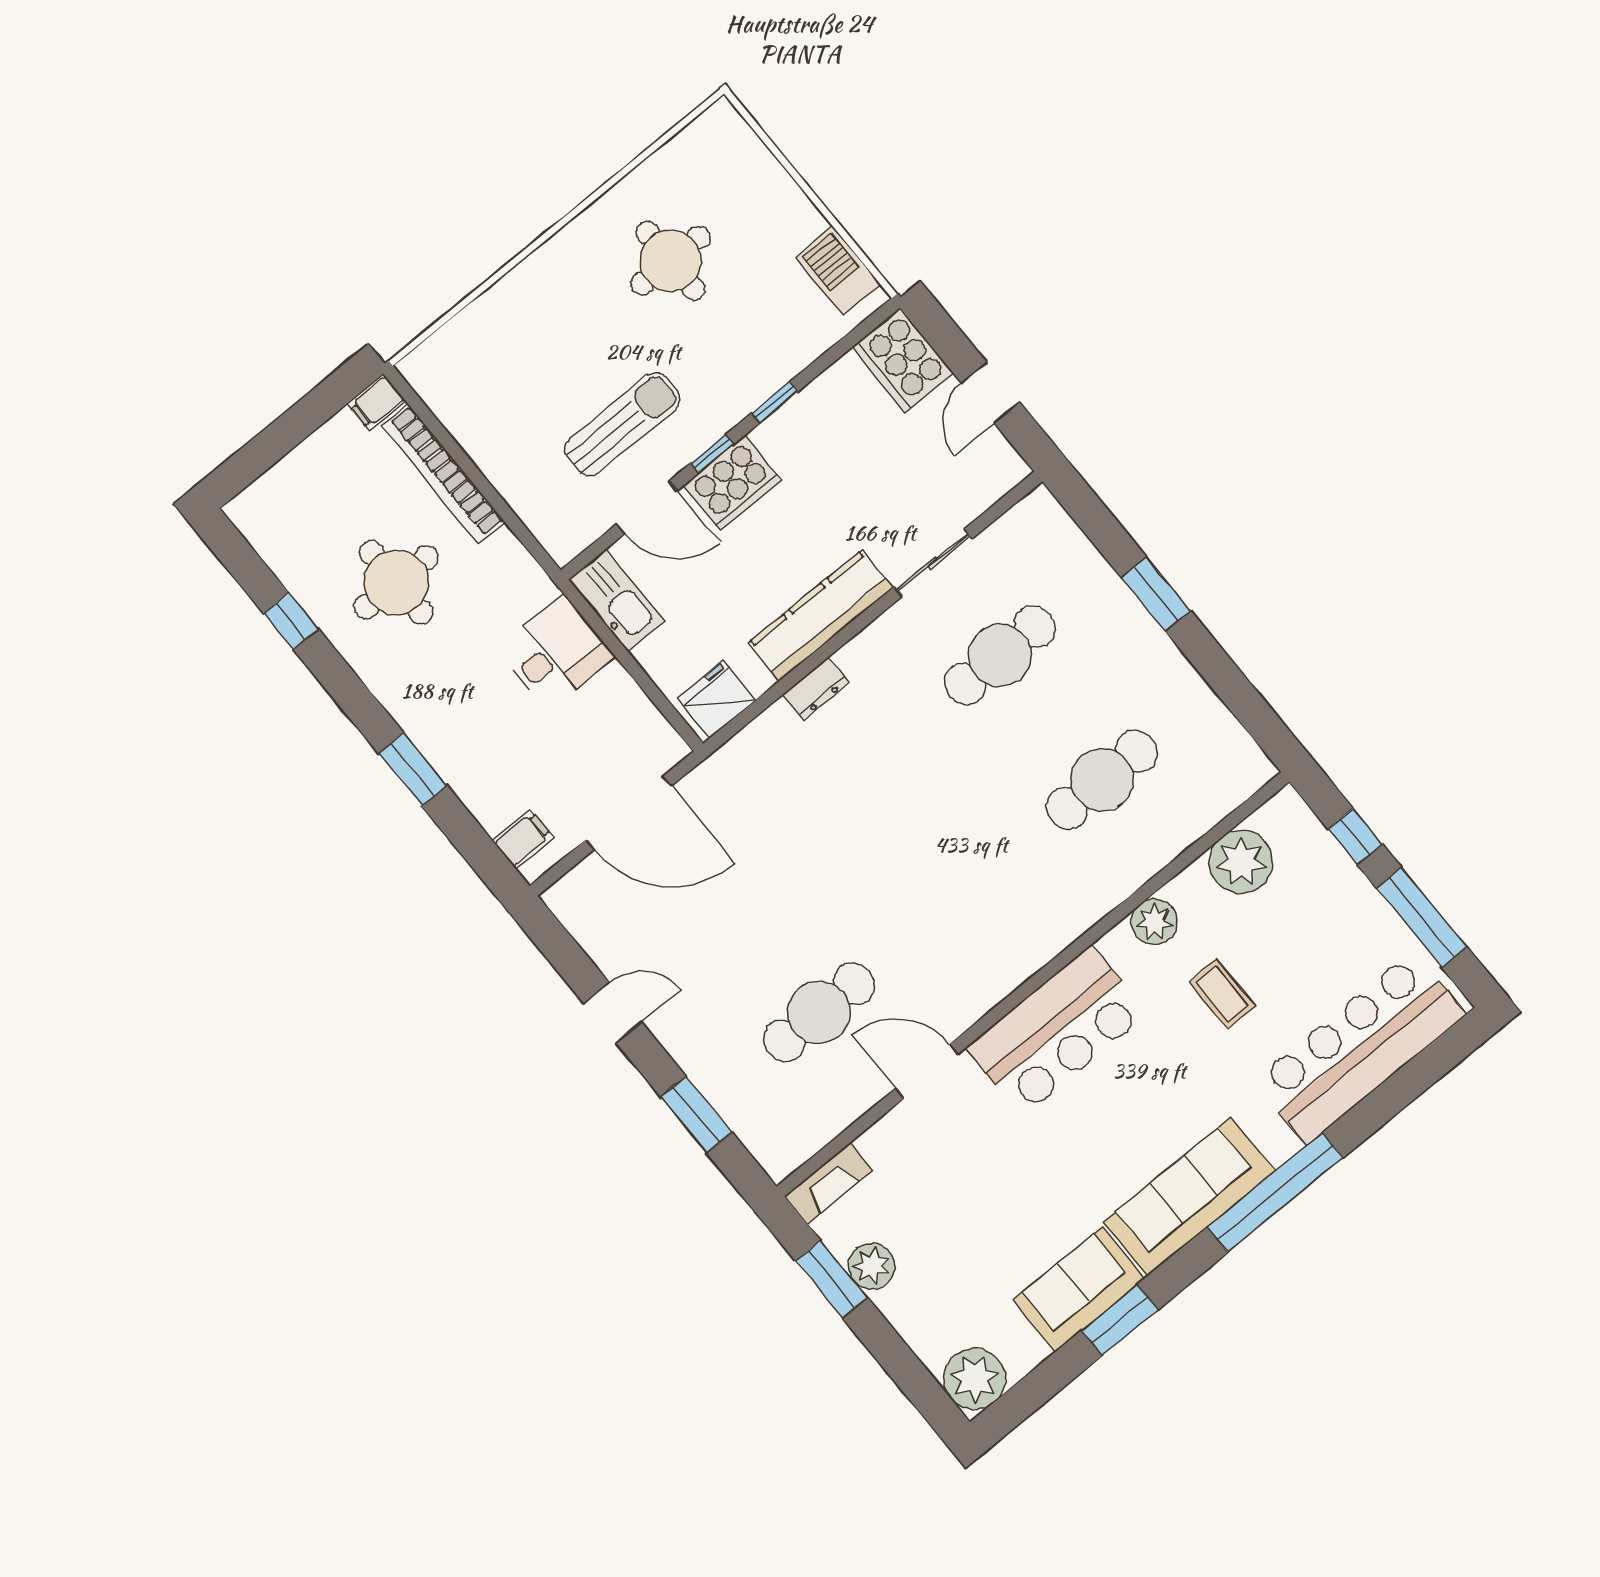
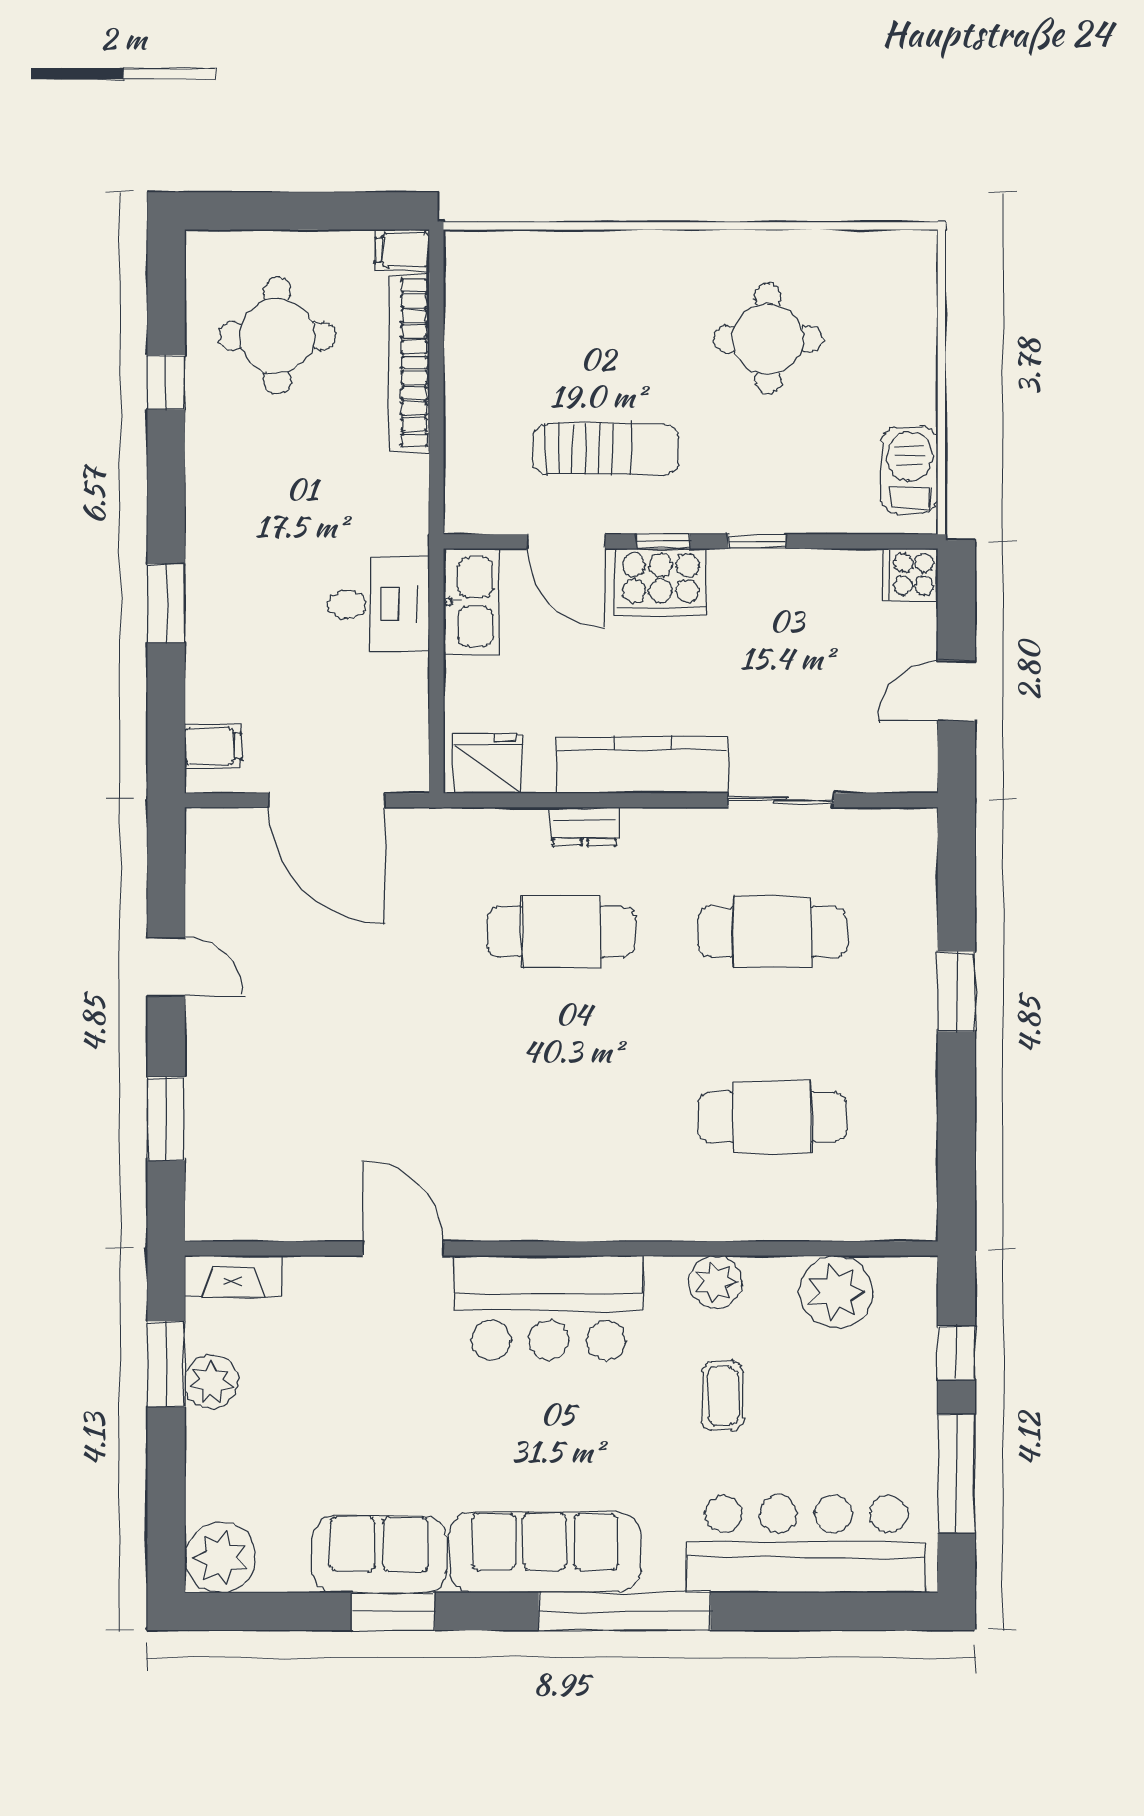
cooker: (903, 360) -> (910, 574), width x0.53, depth x0.76
round table: (396, 582) -> (277, 336), moved
cafe table: (819, 1012) -> (561, 932), moved

